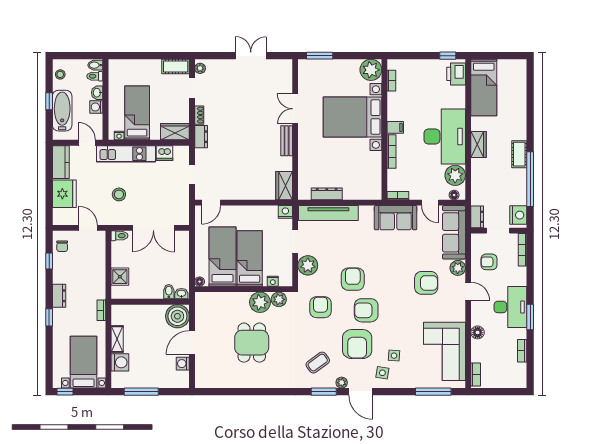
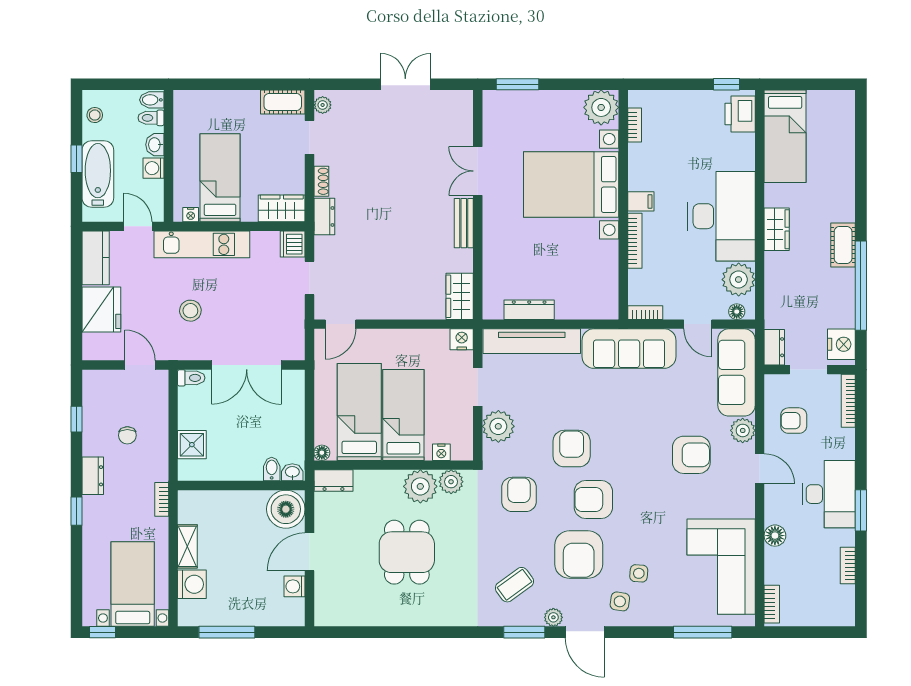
dishwasher: (164, 153) -> (293, 244), moved, turned 90
sofa: (396, 218) -> (629, 349), width x1.36
chair: (62, 246) -> (127, 435), moved
dresser: (207, 299) -> (333, 481), added

